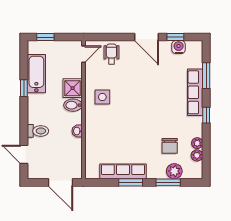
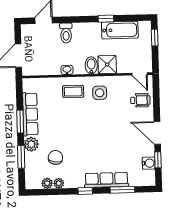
door: (147, 37) -> (157, 133), hinge flipped
coffee table: (100, 125) -> (73, 92), added
chair: (170, 146) -> (55, 157), turned 99
plant: (174, 171) -> (31, 144), moved

